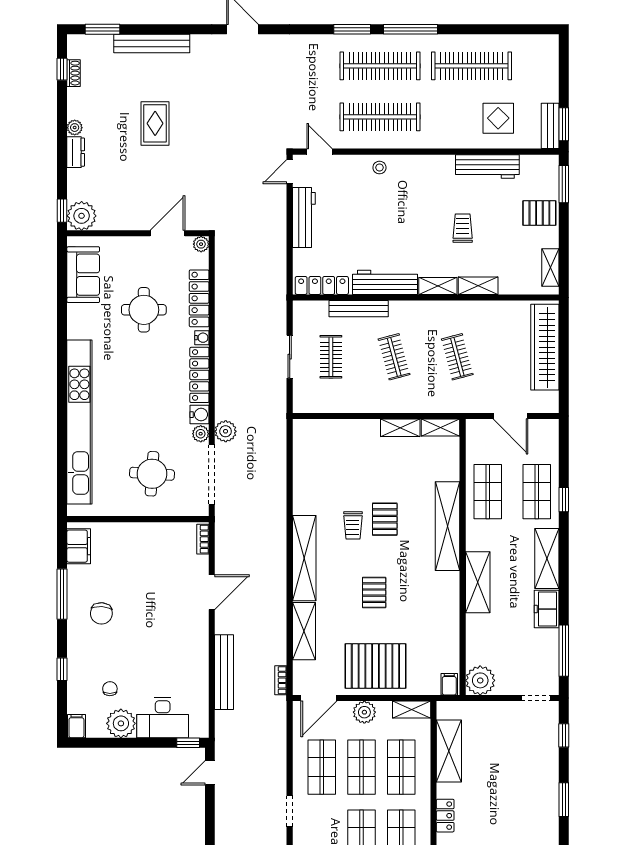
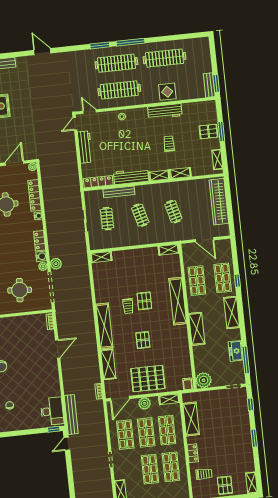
display table: (498, 118) -> (167, 92), moved
workbench: (487, 166) -> (165, 111), moved
window: (564, 184) -> (221, 132), moved
locker: (199, 375) -> (40, 241), width x0.66
shelving: (400, 428) -> (101, 257), moved
freezer: (547, 609) -> (236, 351), moved
bench: (224, 672) -> (71, 414), moved
desk: (163, 718) -> (52, 411), moved, turned -90
plant: (121, 723) -> (17, 423), removed

